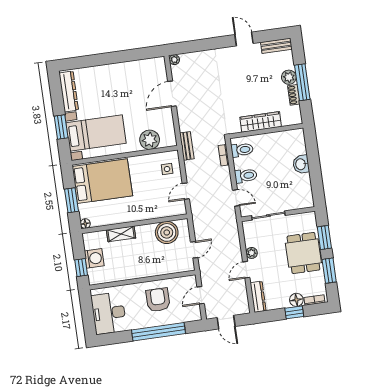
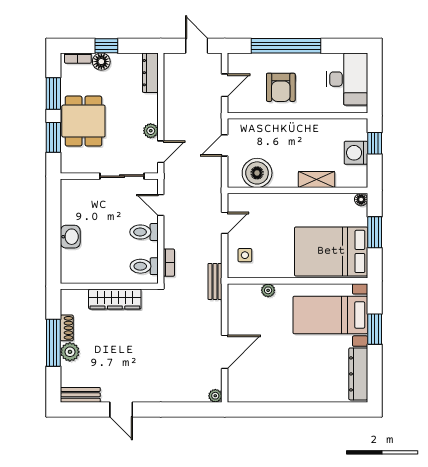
plant: (150, 140) -> (268, 290), width x0.53, depth x0.53
door: (246, 270) -> (161, 152), moved

